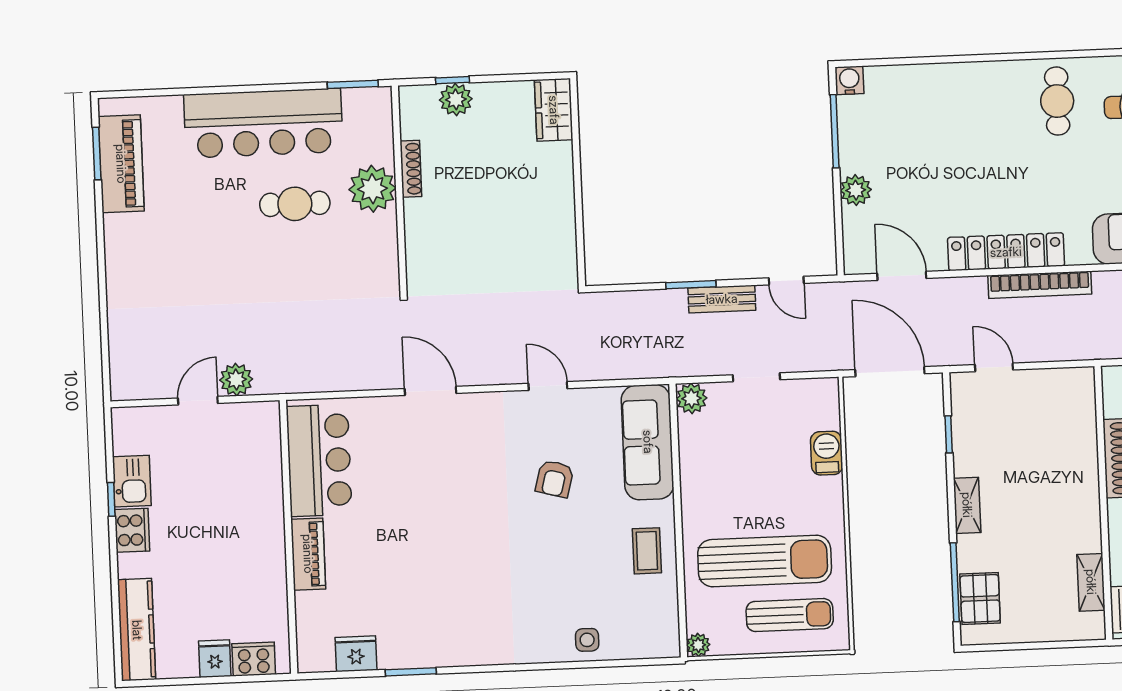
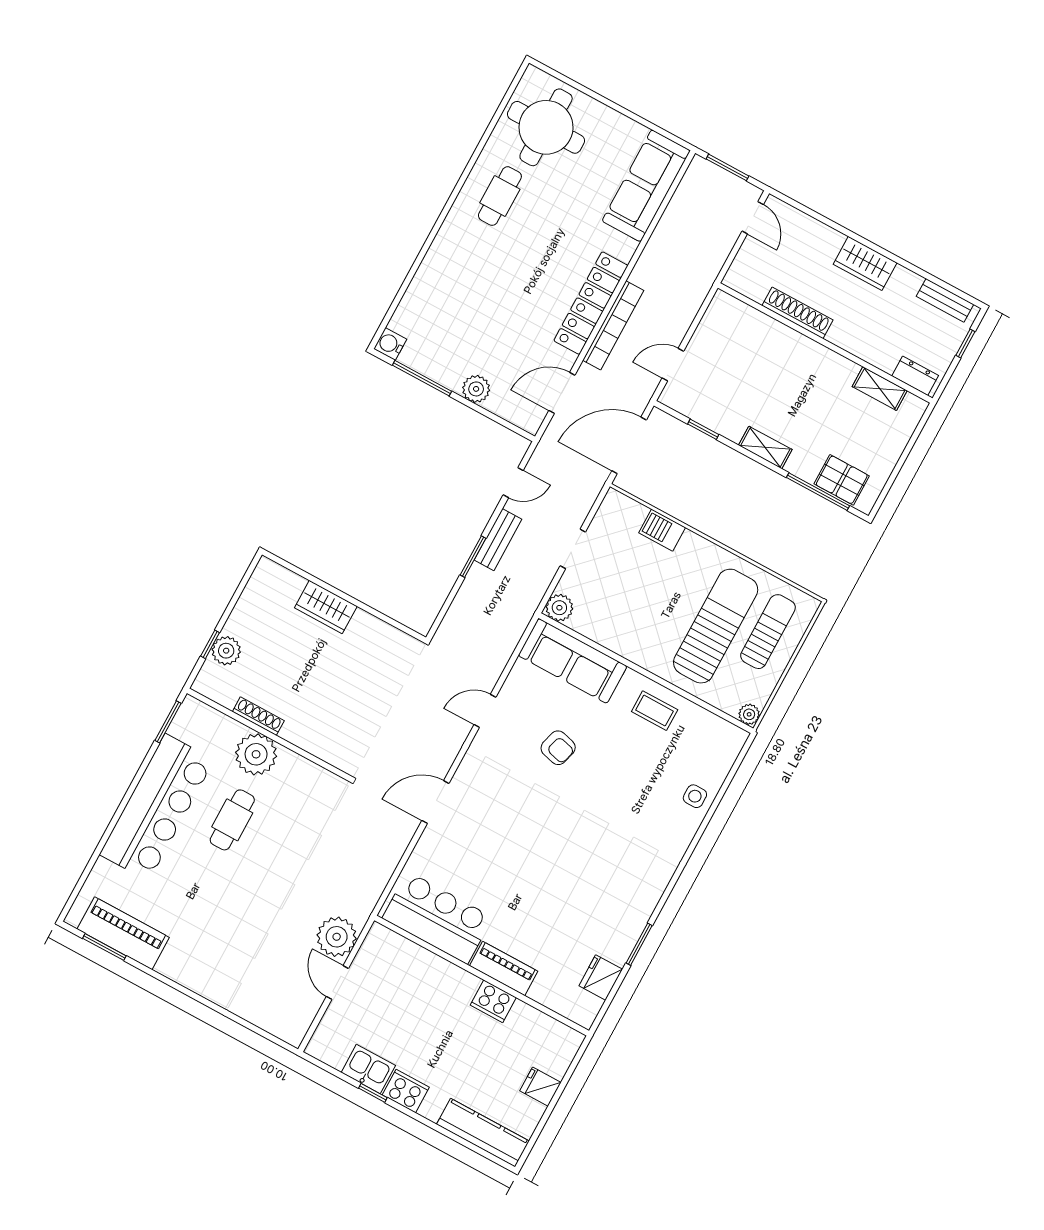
cafe table: (1057, 101) -> (500, 196), turned 90
wardrobe: (554, 110) -> (326, 607), moved
bookcase: (1040, 285) -> (613, 325), moved
plant: (236, 380) -> (337, 937), width x1.36, depth x1.36
cooker: (254, 659) -> (493, 1001), moved, turned -90

